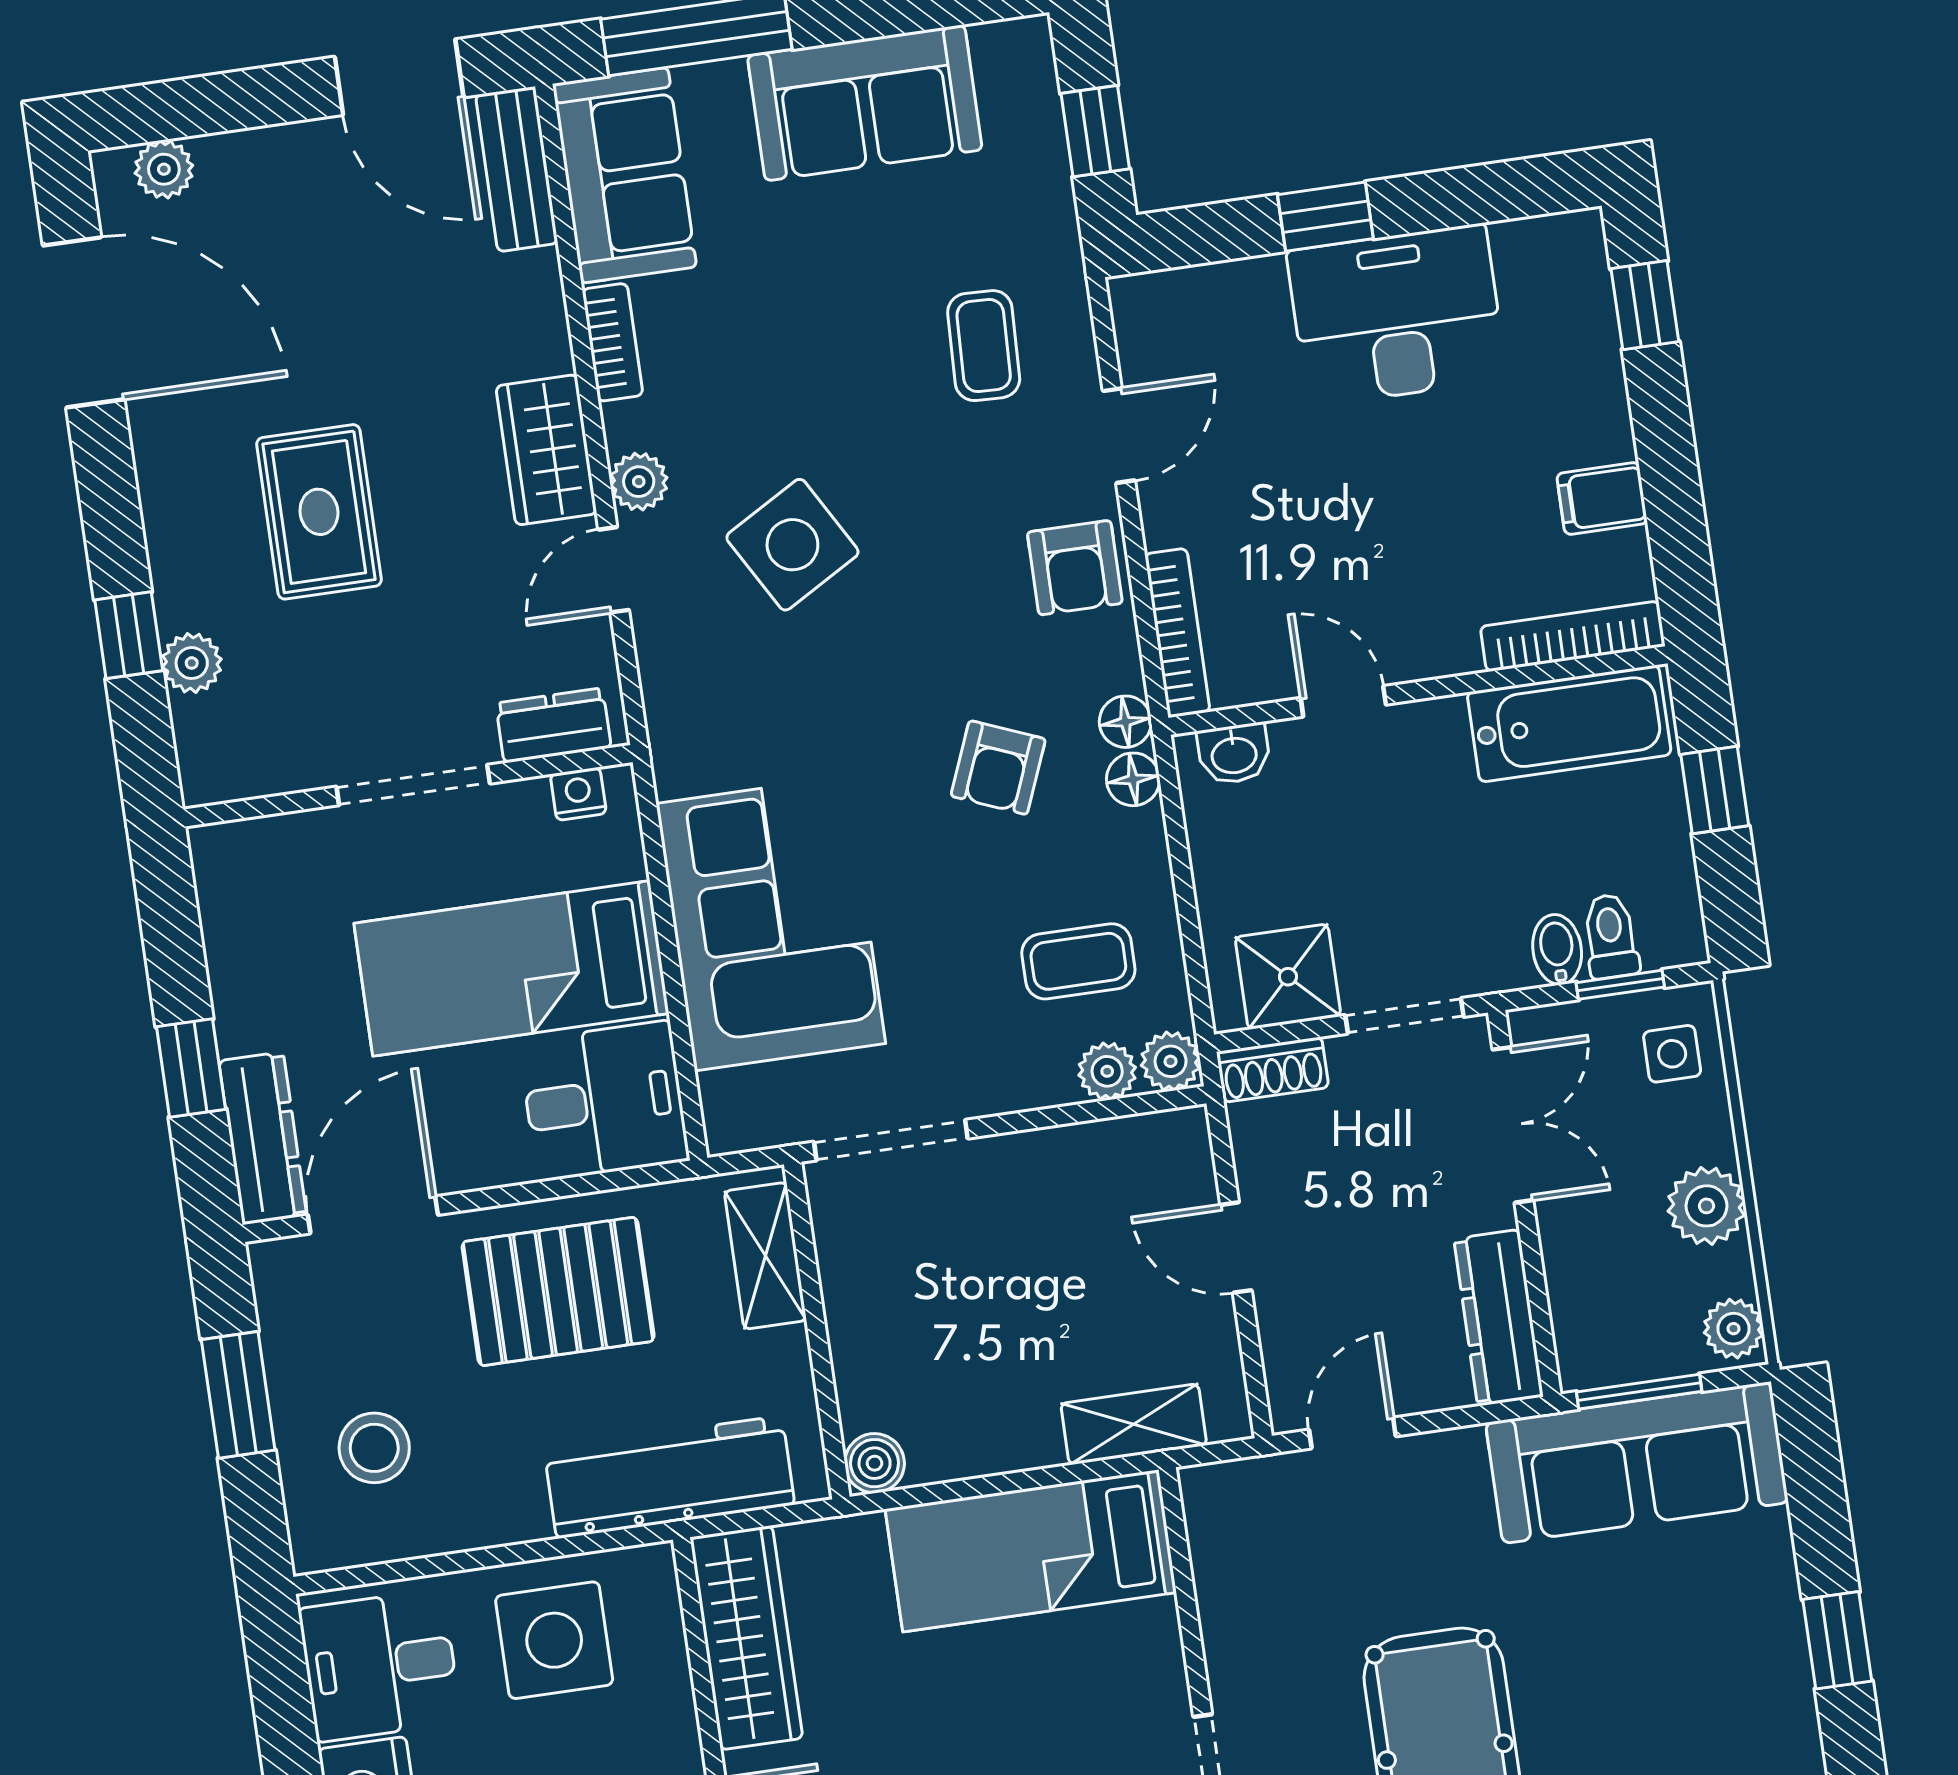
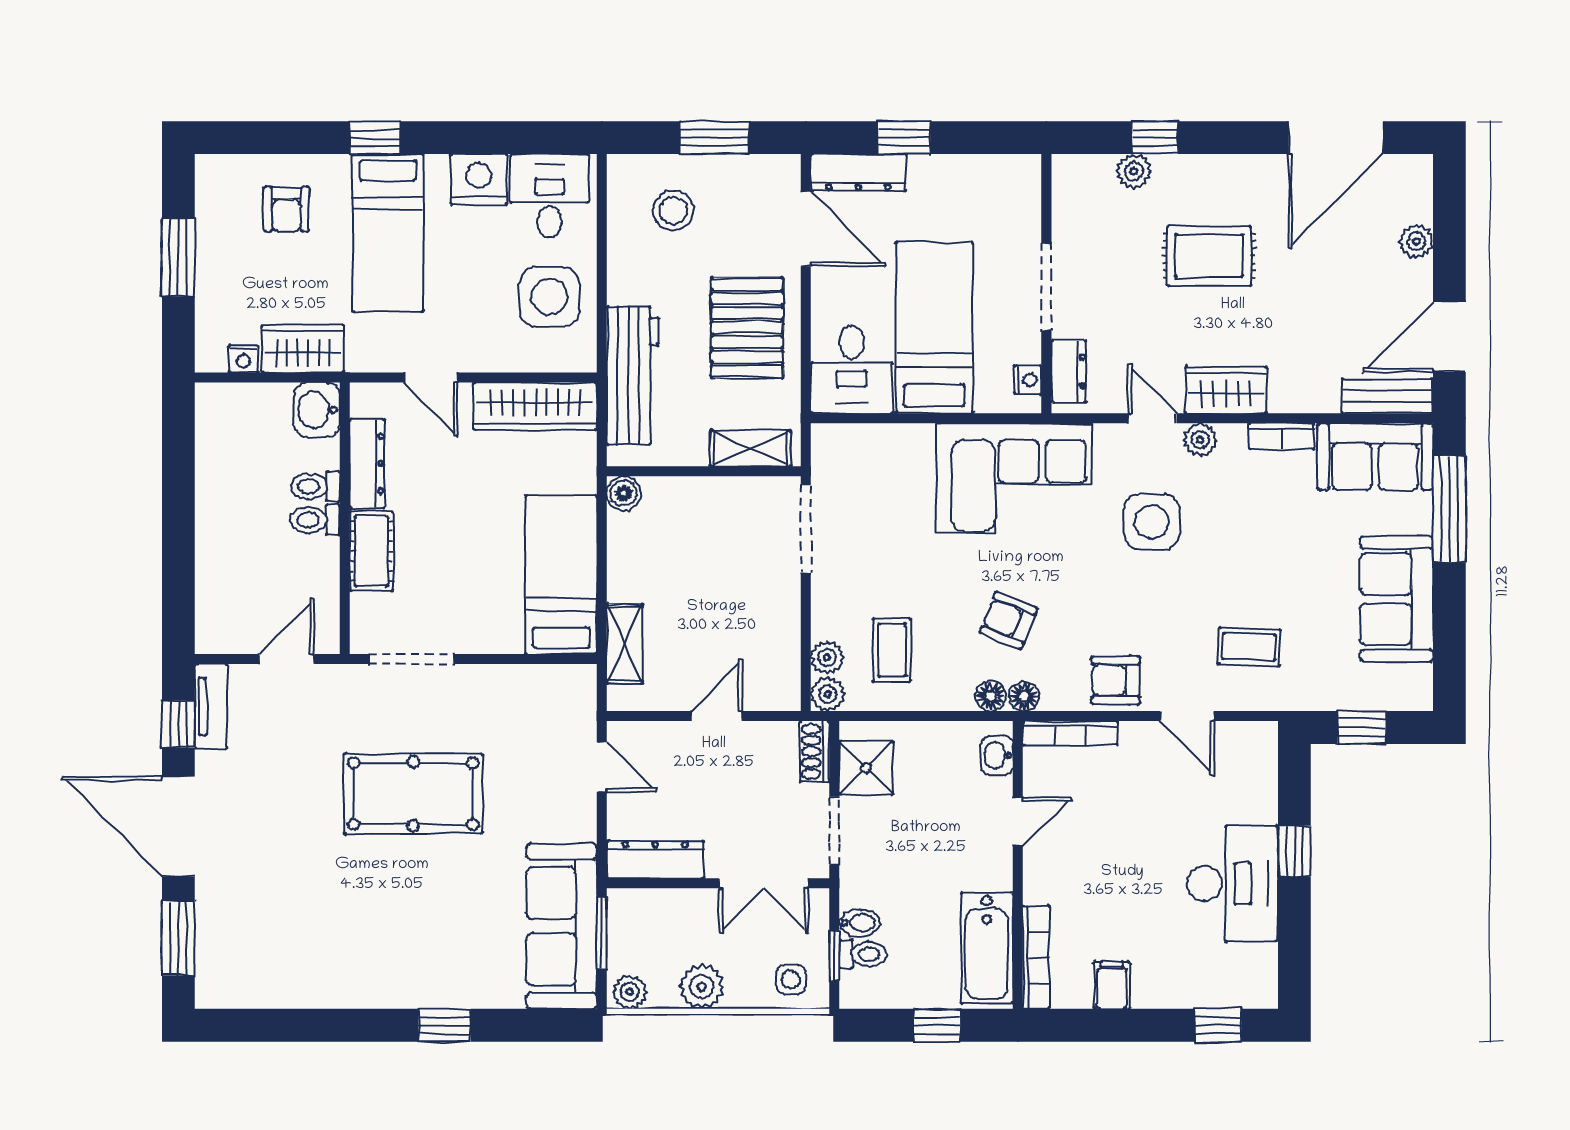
plant: (164, 169) -> (1416, 241), moved
side table: (792, 545) -> (1152, 522), turned 30
corner sofa: (771, 923) -> (1014, 479), moved

